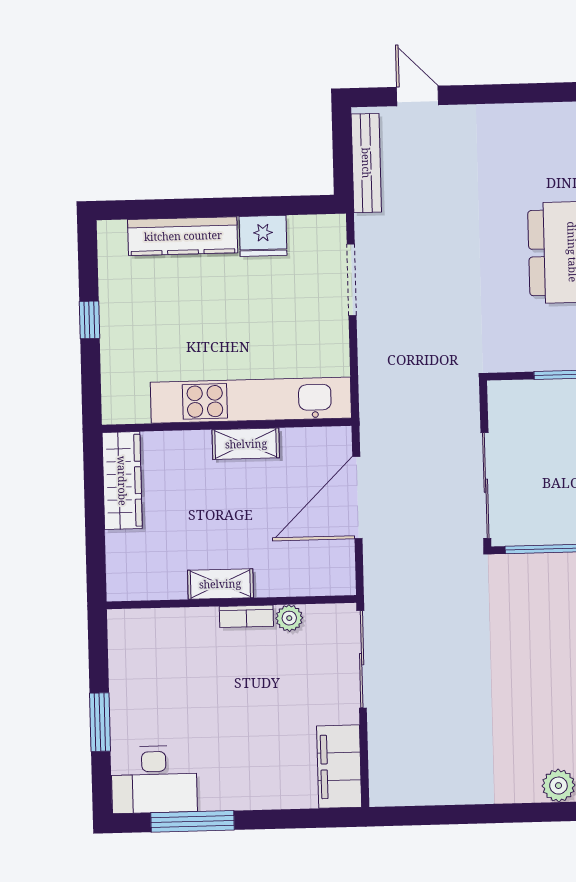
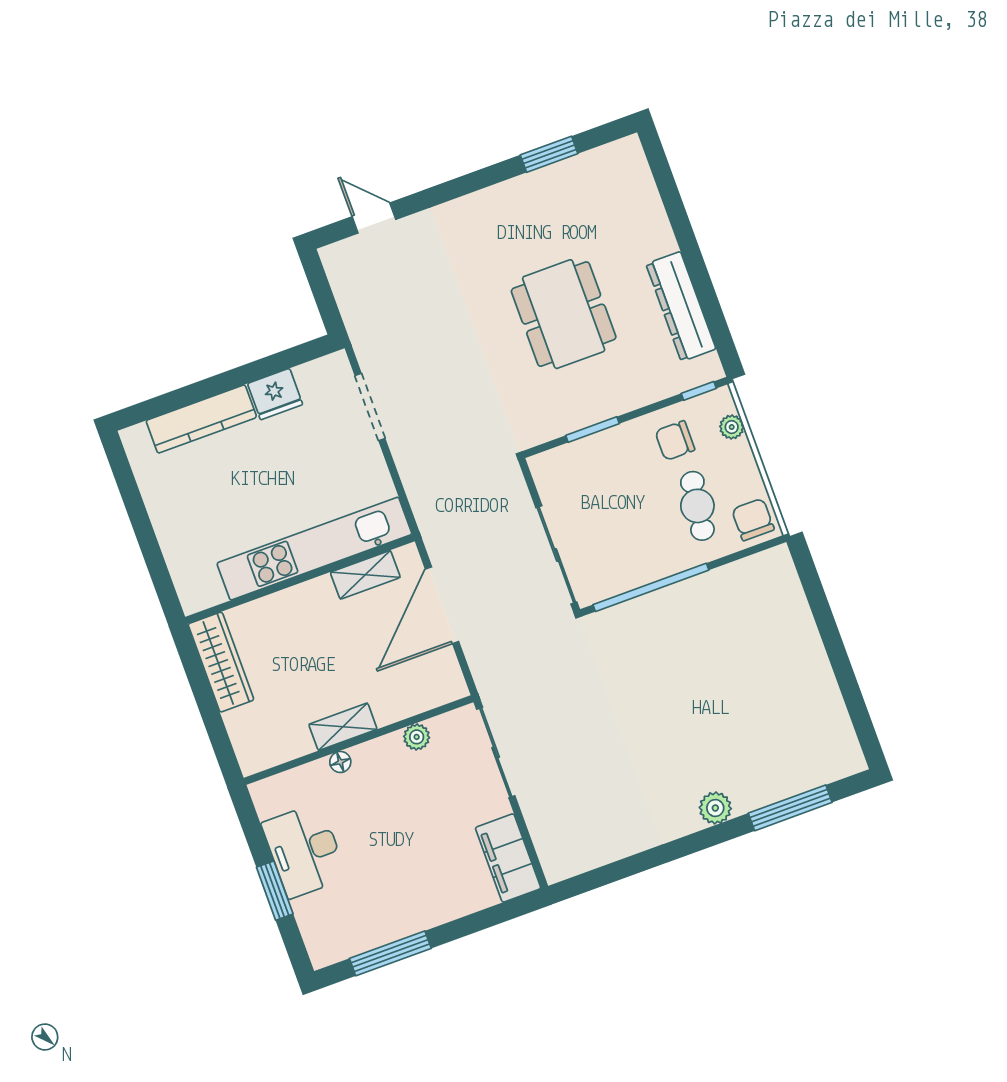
bench: (366, 163) -> (348, 295), removed
window: (89, 320) -> (142, 524), removed
shelving: (246, 444) -> (365, 575), moved
bookcase: (246, 616) -> (377, 749), removed
floor lamp: (206, 618) -> (340, 762), added
desk: (154, 780) -> (304, 851), moved, turned 90

